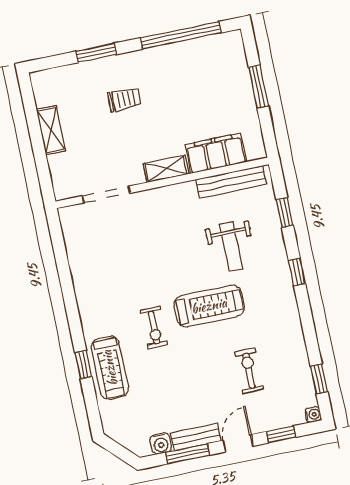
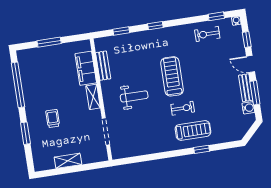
bench: (231, 182) -> (103, 66), width x0.73
weight bench: (231, 247) -> (134, 96), moved
treadmill: (110, 368) -> (193, 130), moved
exercise bike: (249, 371) -> (207, 34), moved

